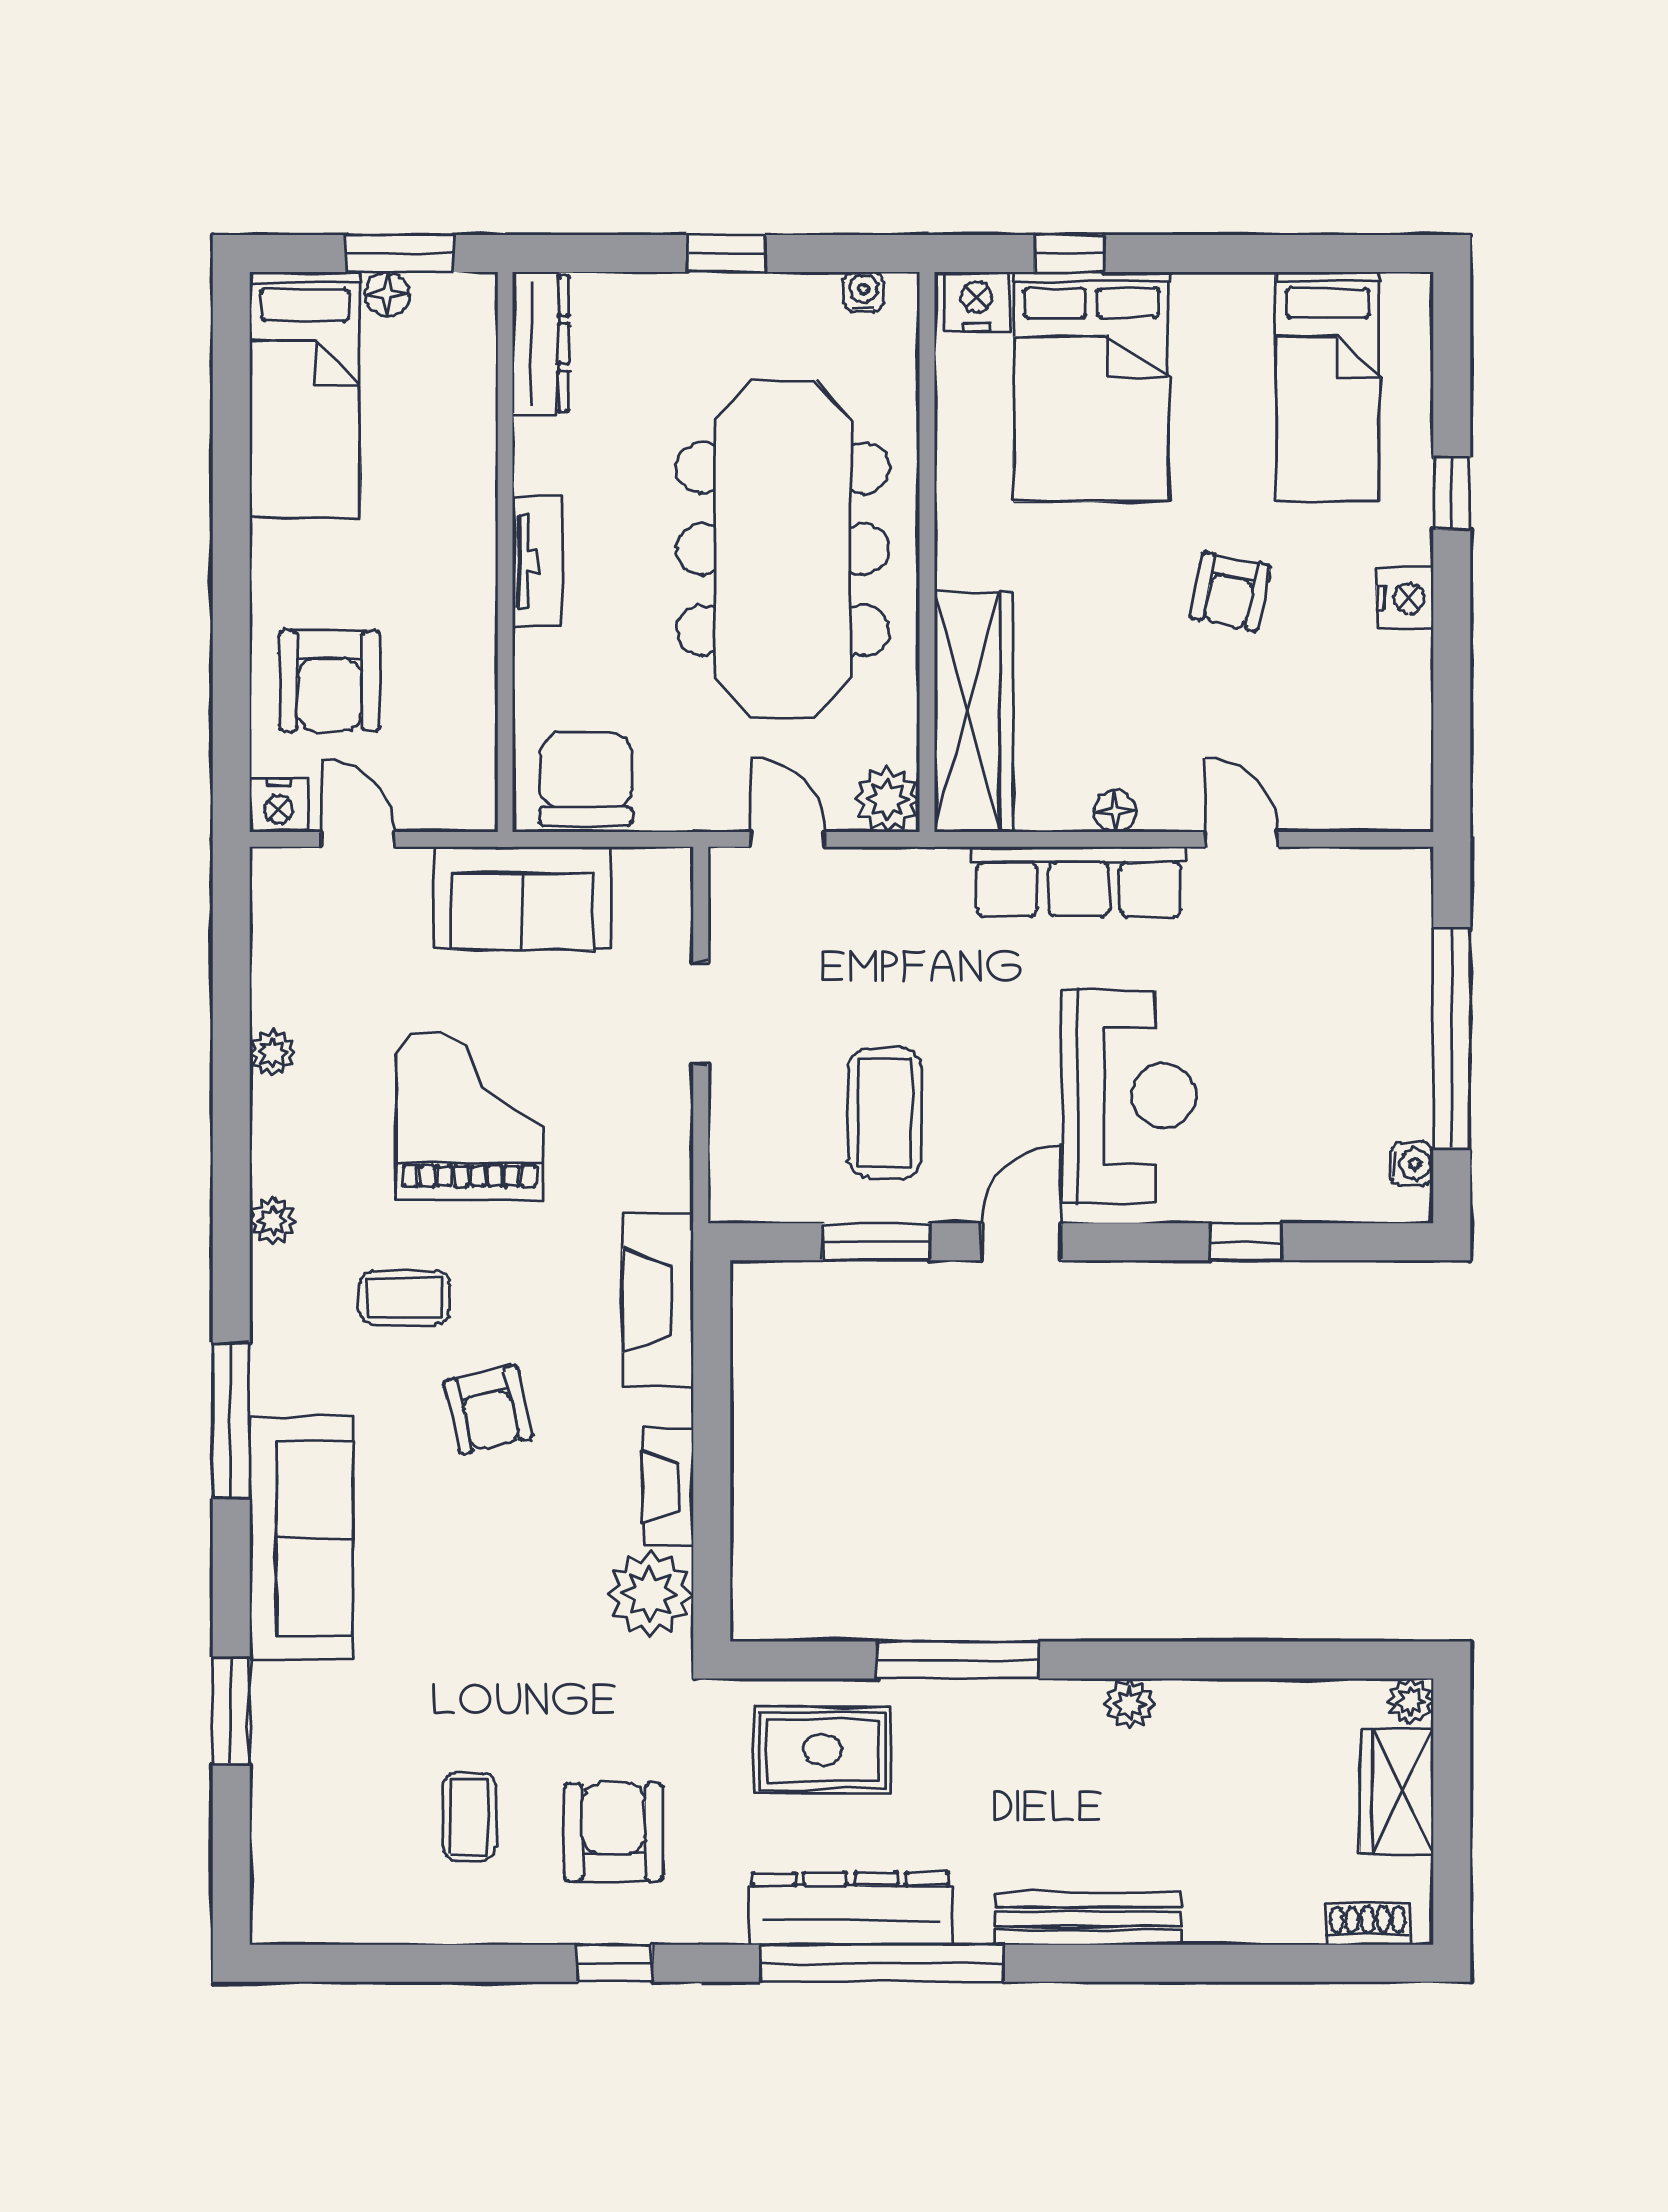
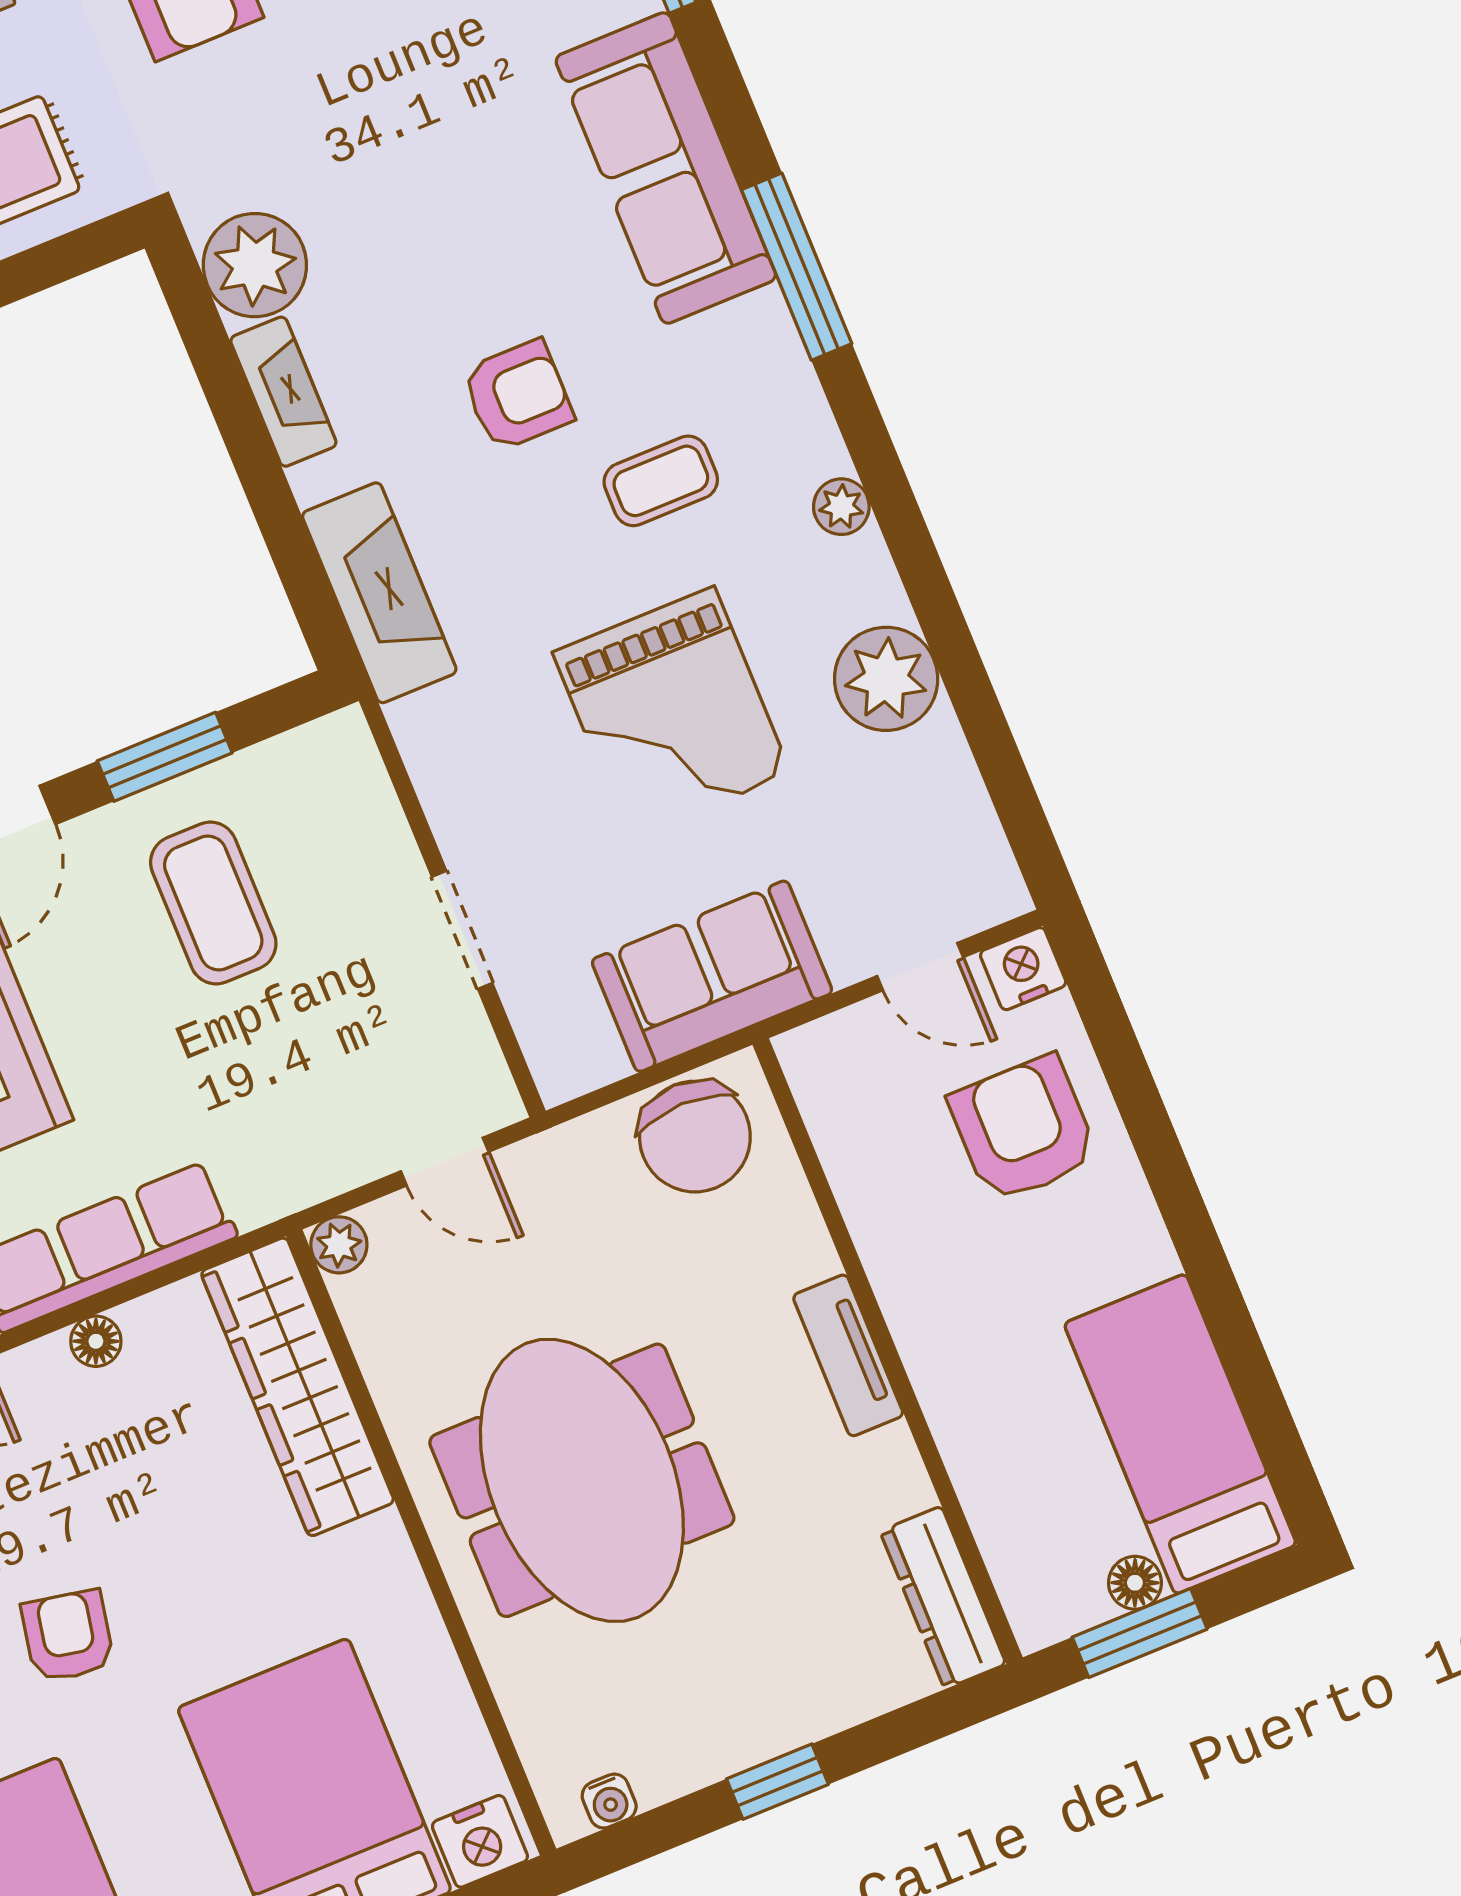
meeting table: (783, 549) -> (582, 1480), width x0.73
plant: (887, 800) -> (339, 1245), width x0.73, depth x0.73
plant: (273, 1053) -> (886, 679), width x1.88, depth x1.88
armchair: (488, 1410) -> (517, 395), turned 103

